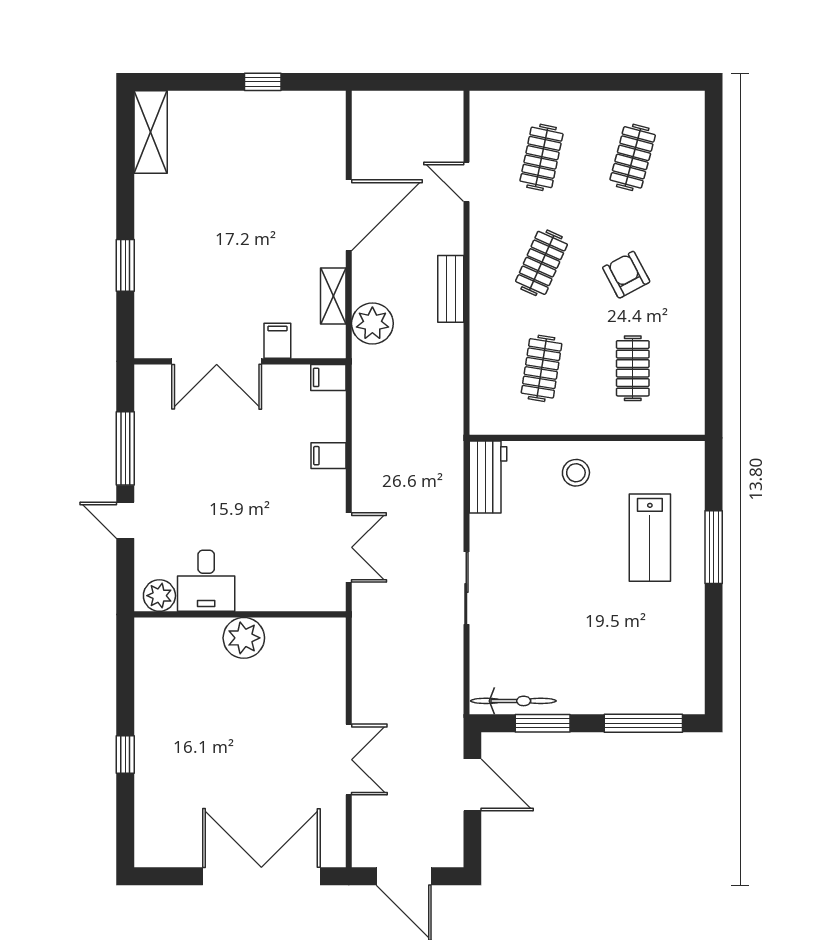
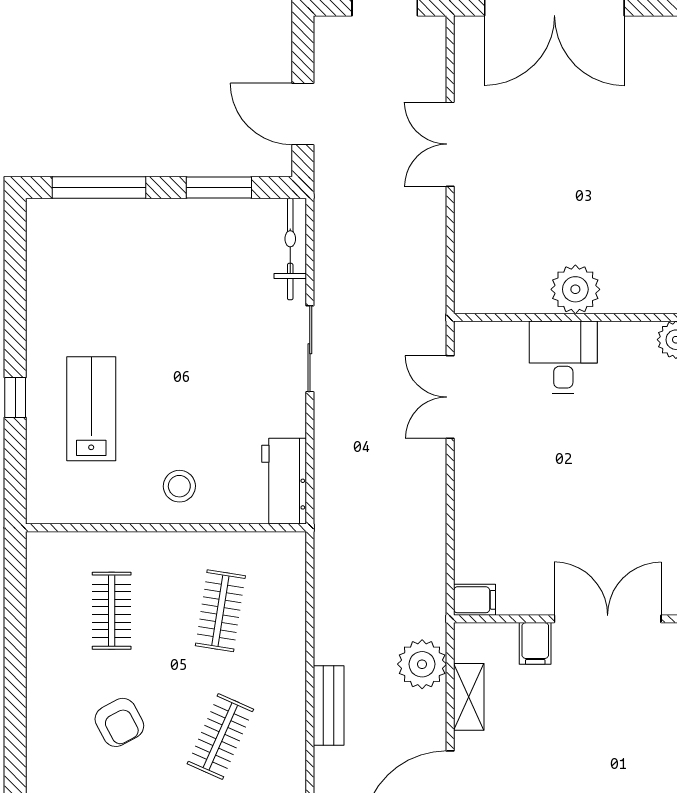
filing cabinet: (329, 456) -> (474, 507), removed
window: (714, 547) -> (15, 398), width x0.46
desk: (206, 581) -> (563, 357), moved
bicycle: (513, 701) -> (290, 249), moved, turned 90

